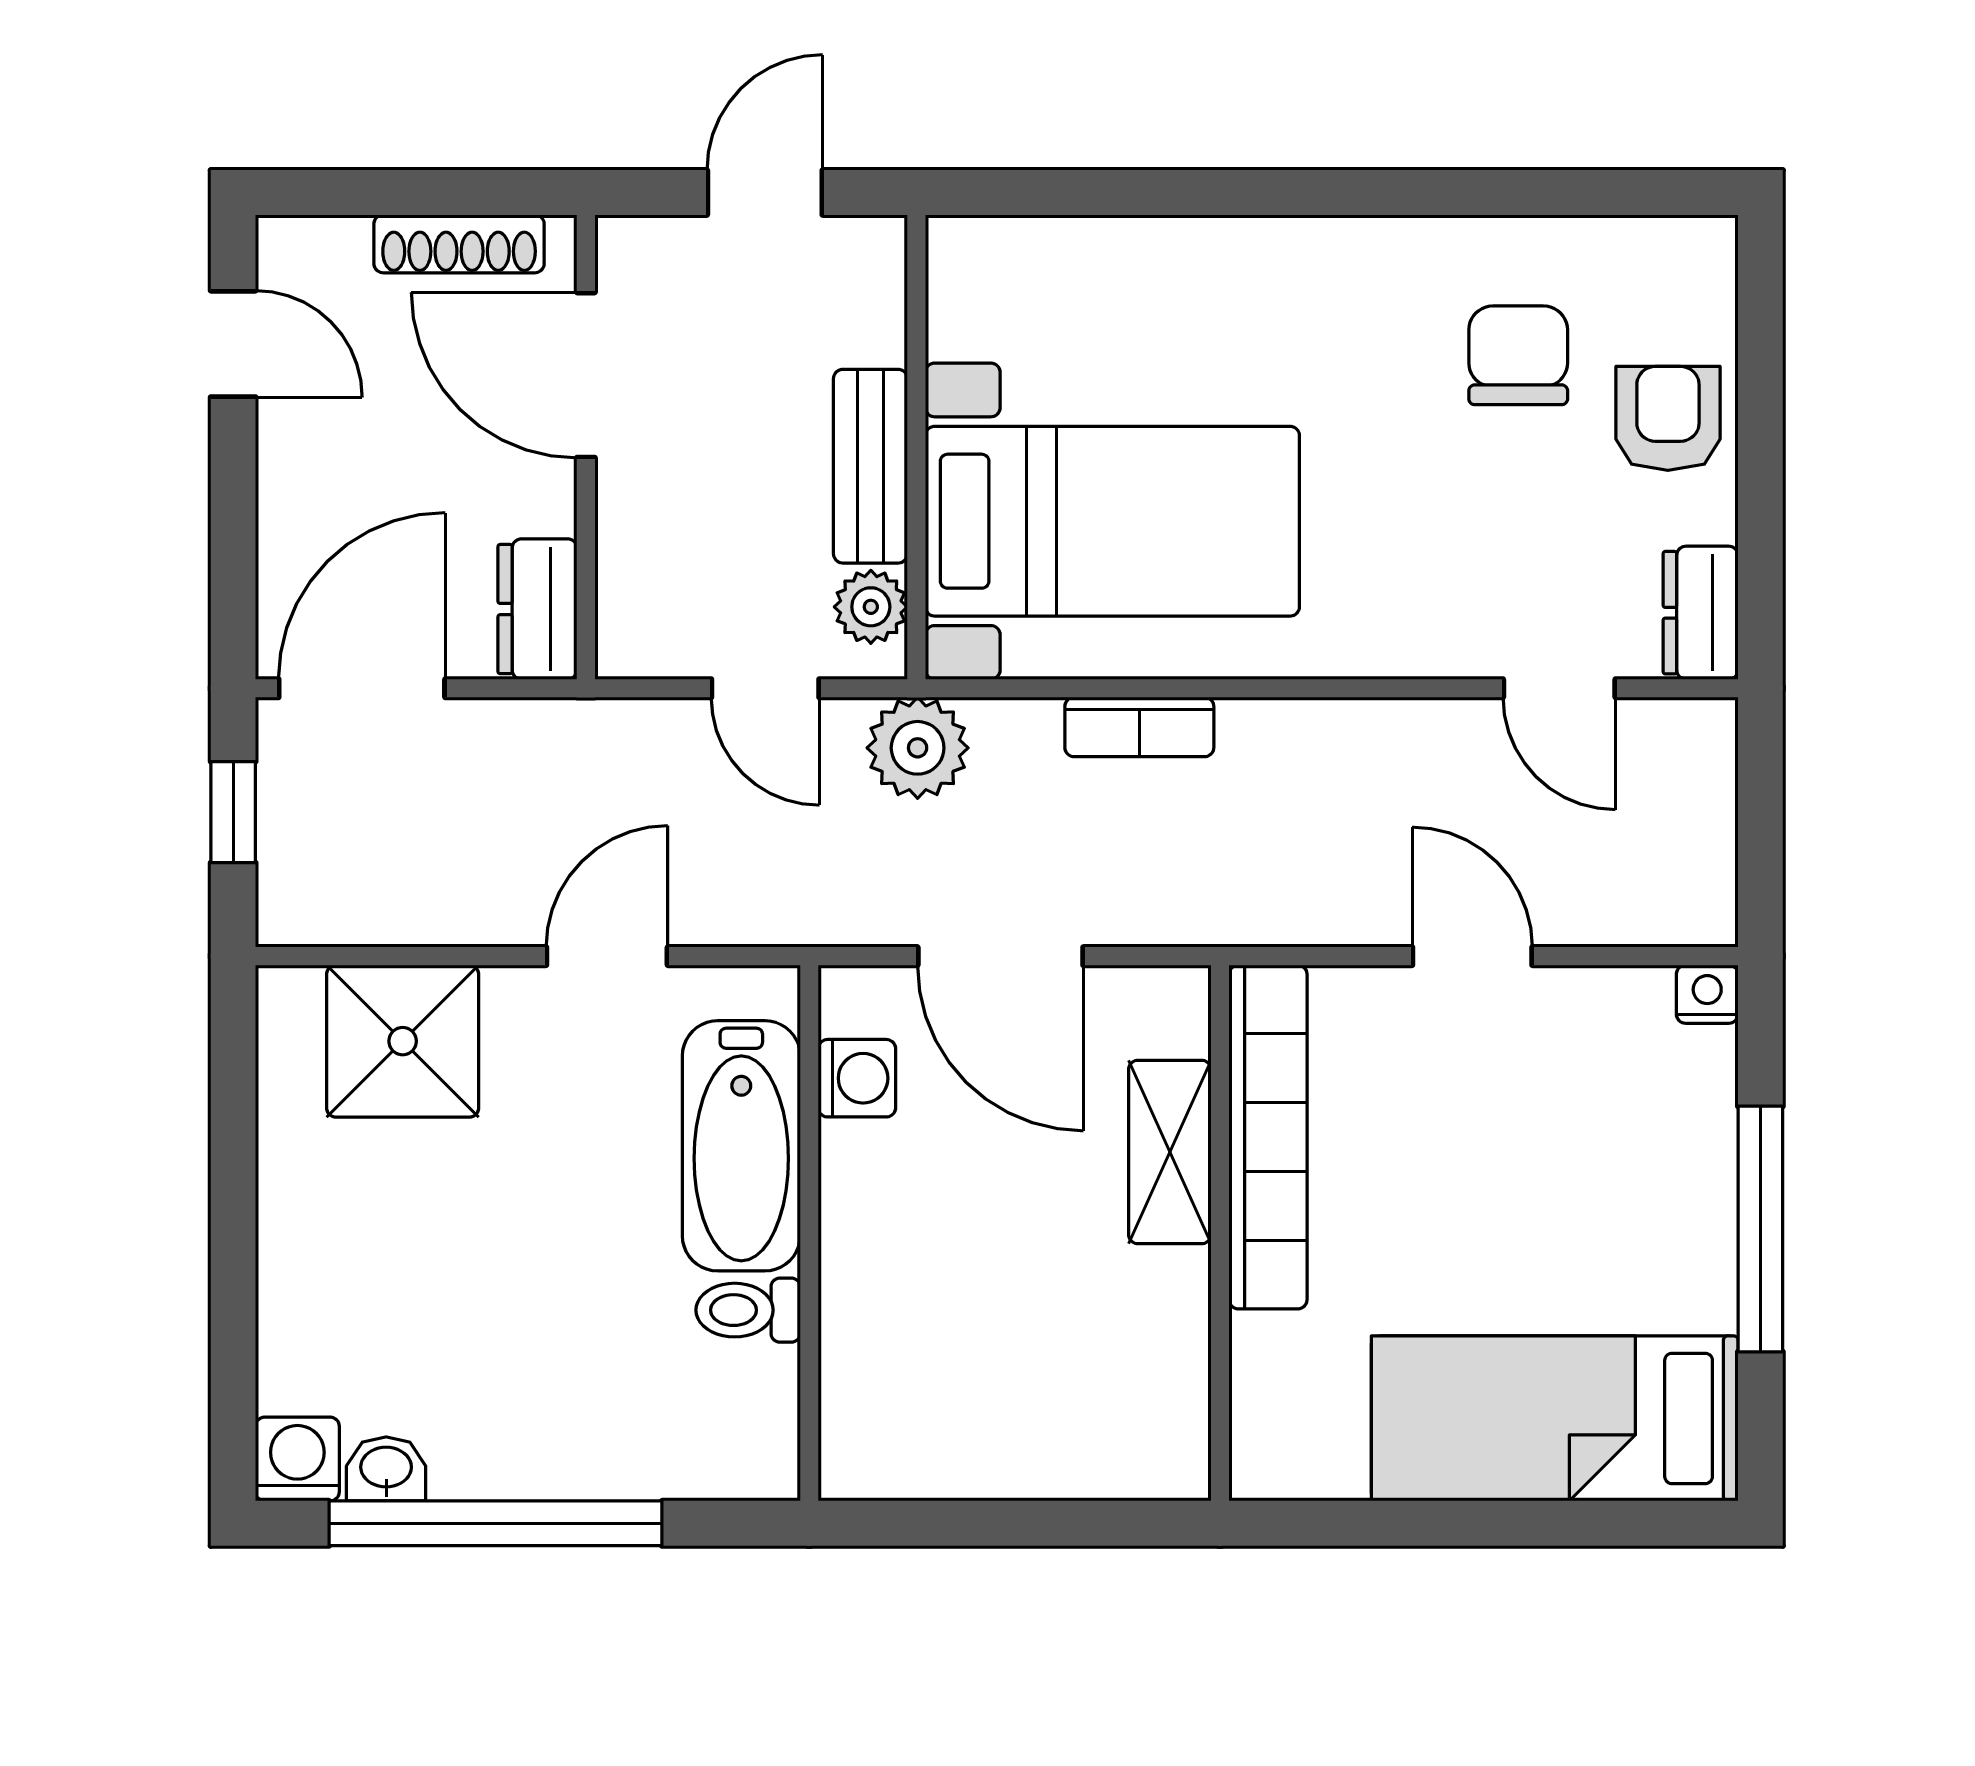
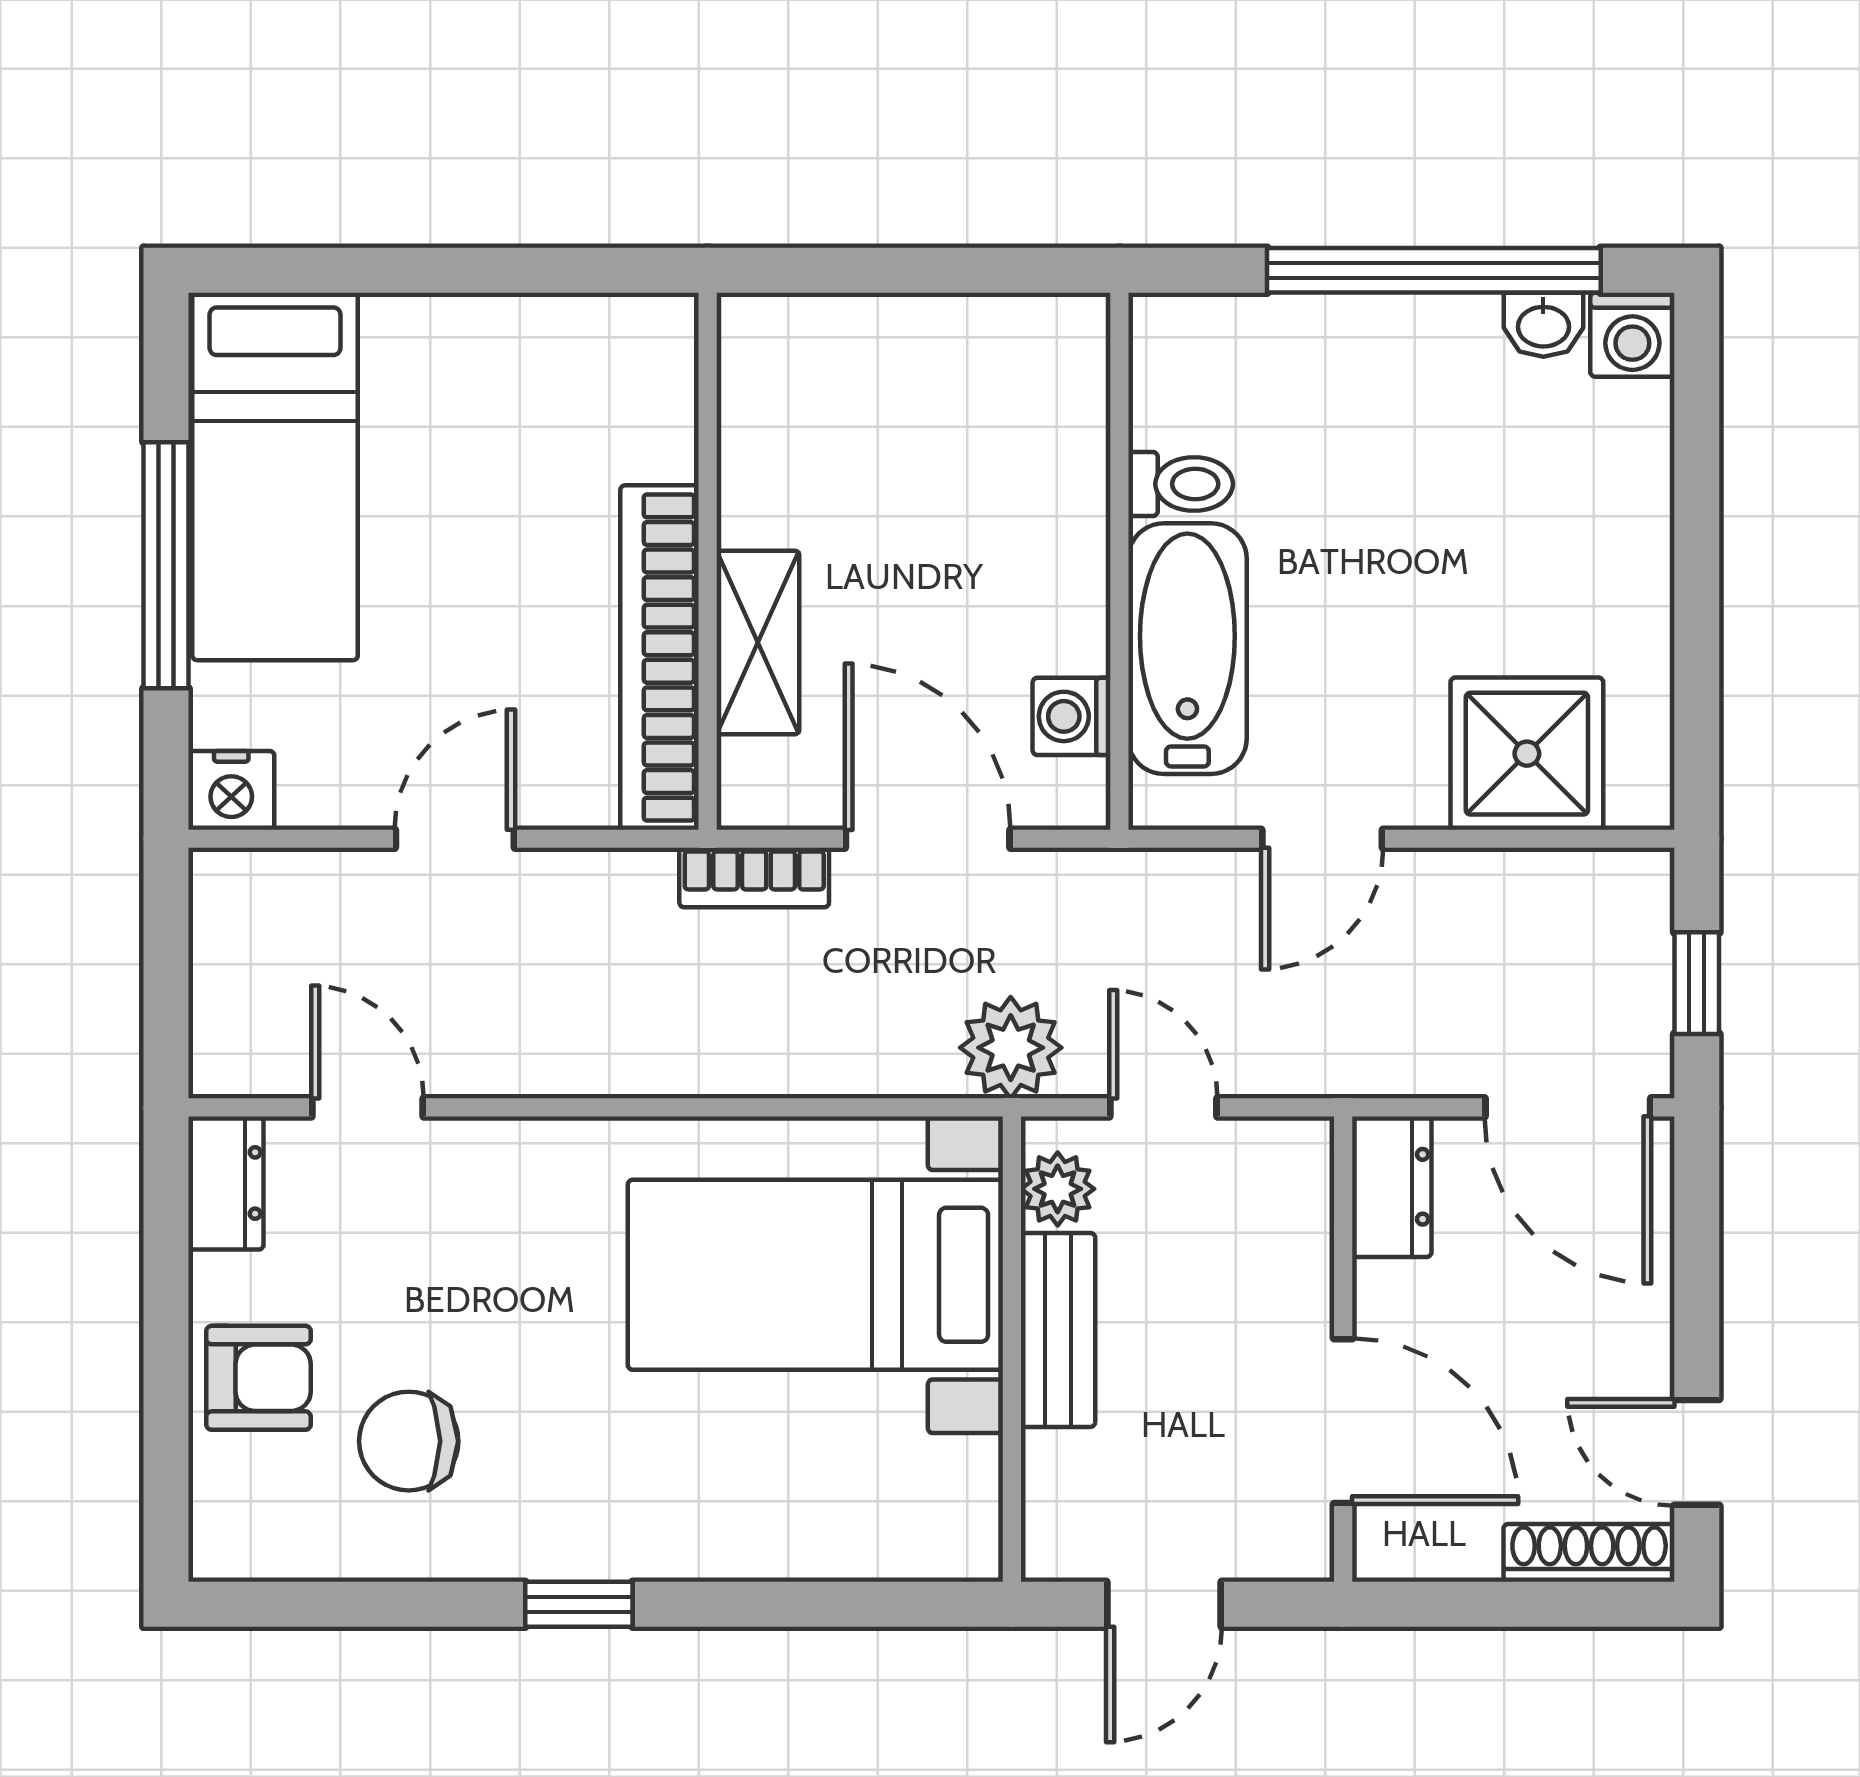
window: (1349, 193) -> (579, 1604), added
shoe rack: (459, 244) -> (1589, 1553), moved
chair: (1518, 355) -> (409, 1441), turned 90
armchair: (1668, 418) -> (259, 1378), turned -90
door: (362, 688) -> (1568, 1107), hinge flipped
bookcase: (1139, 727) -> (754, 878), moved, turned 180
door: (1472, 956) -> (455, 839), swing flipped
nightstand: (1707, 994) -> (231, 790), width x1.39, depth x1.35
bed: (1555, 1418) -> (275, 476), moved, turned 90

